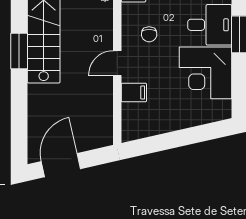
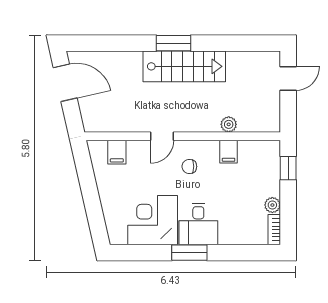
door: (117, 63) -> (162, 136), swing flipped
filing cabinet: (134, 92) -> (117, 152), moved

